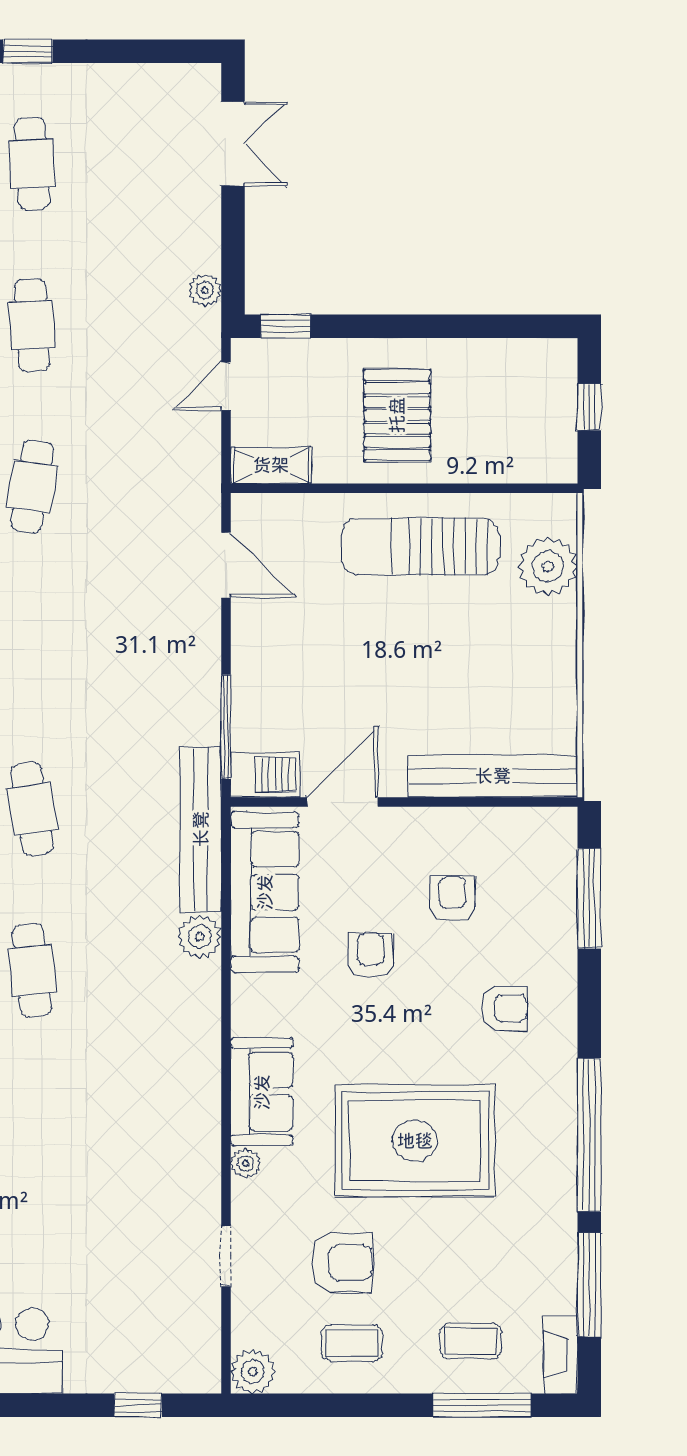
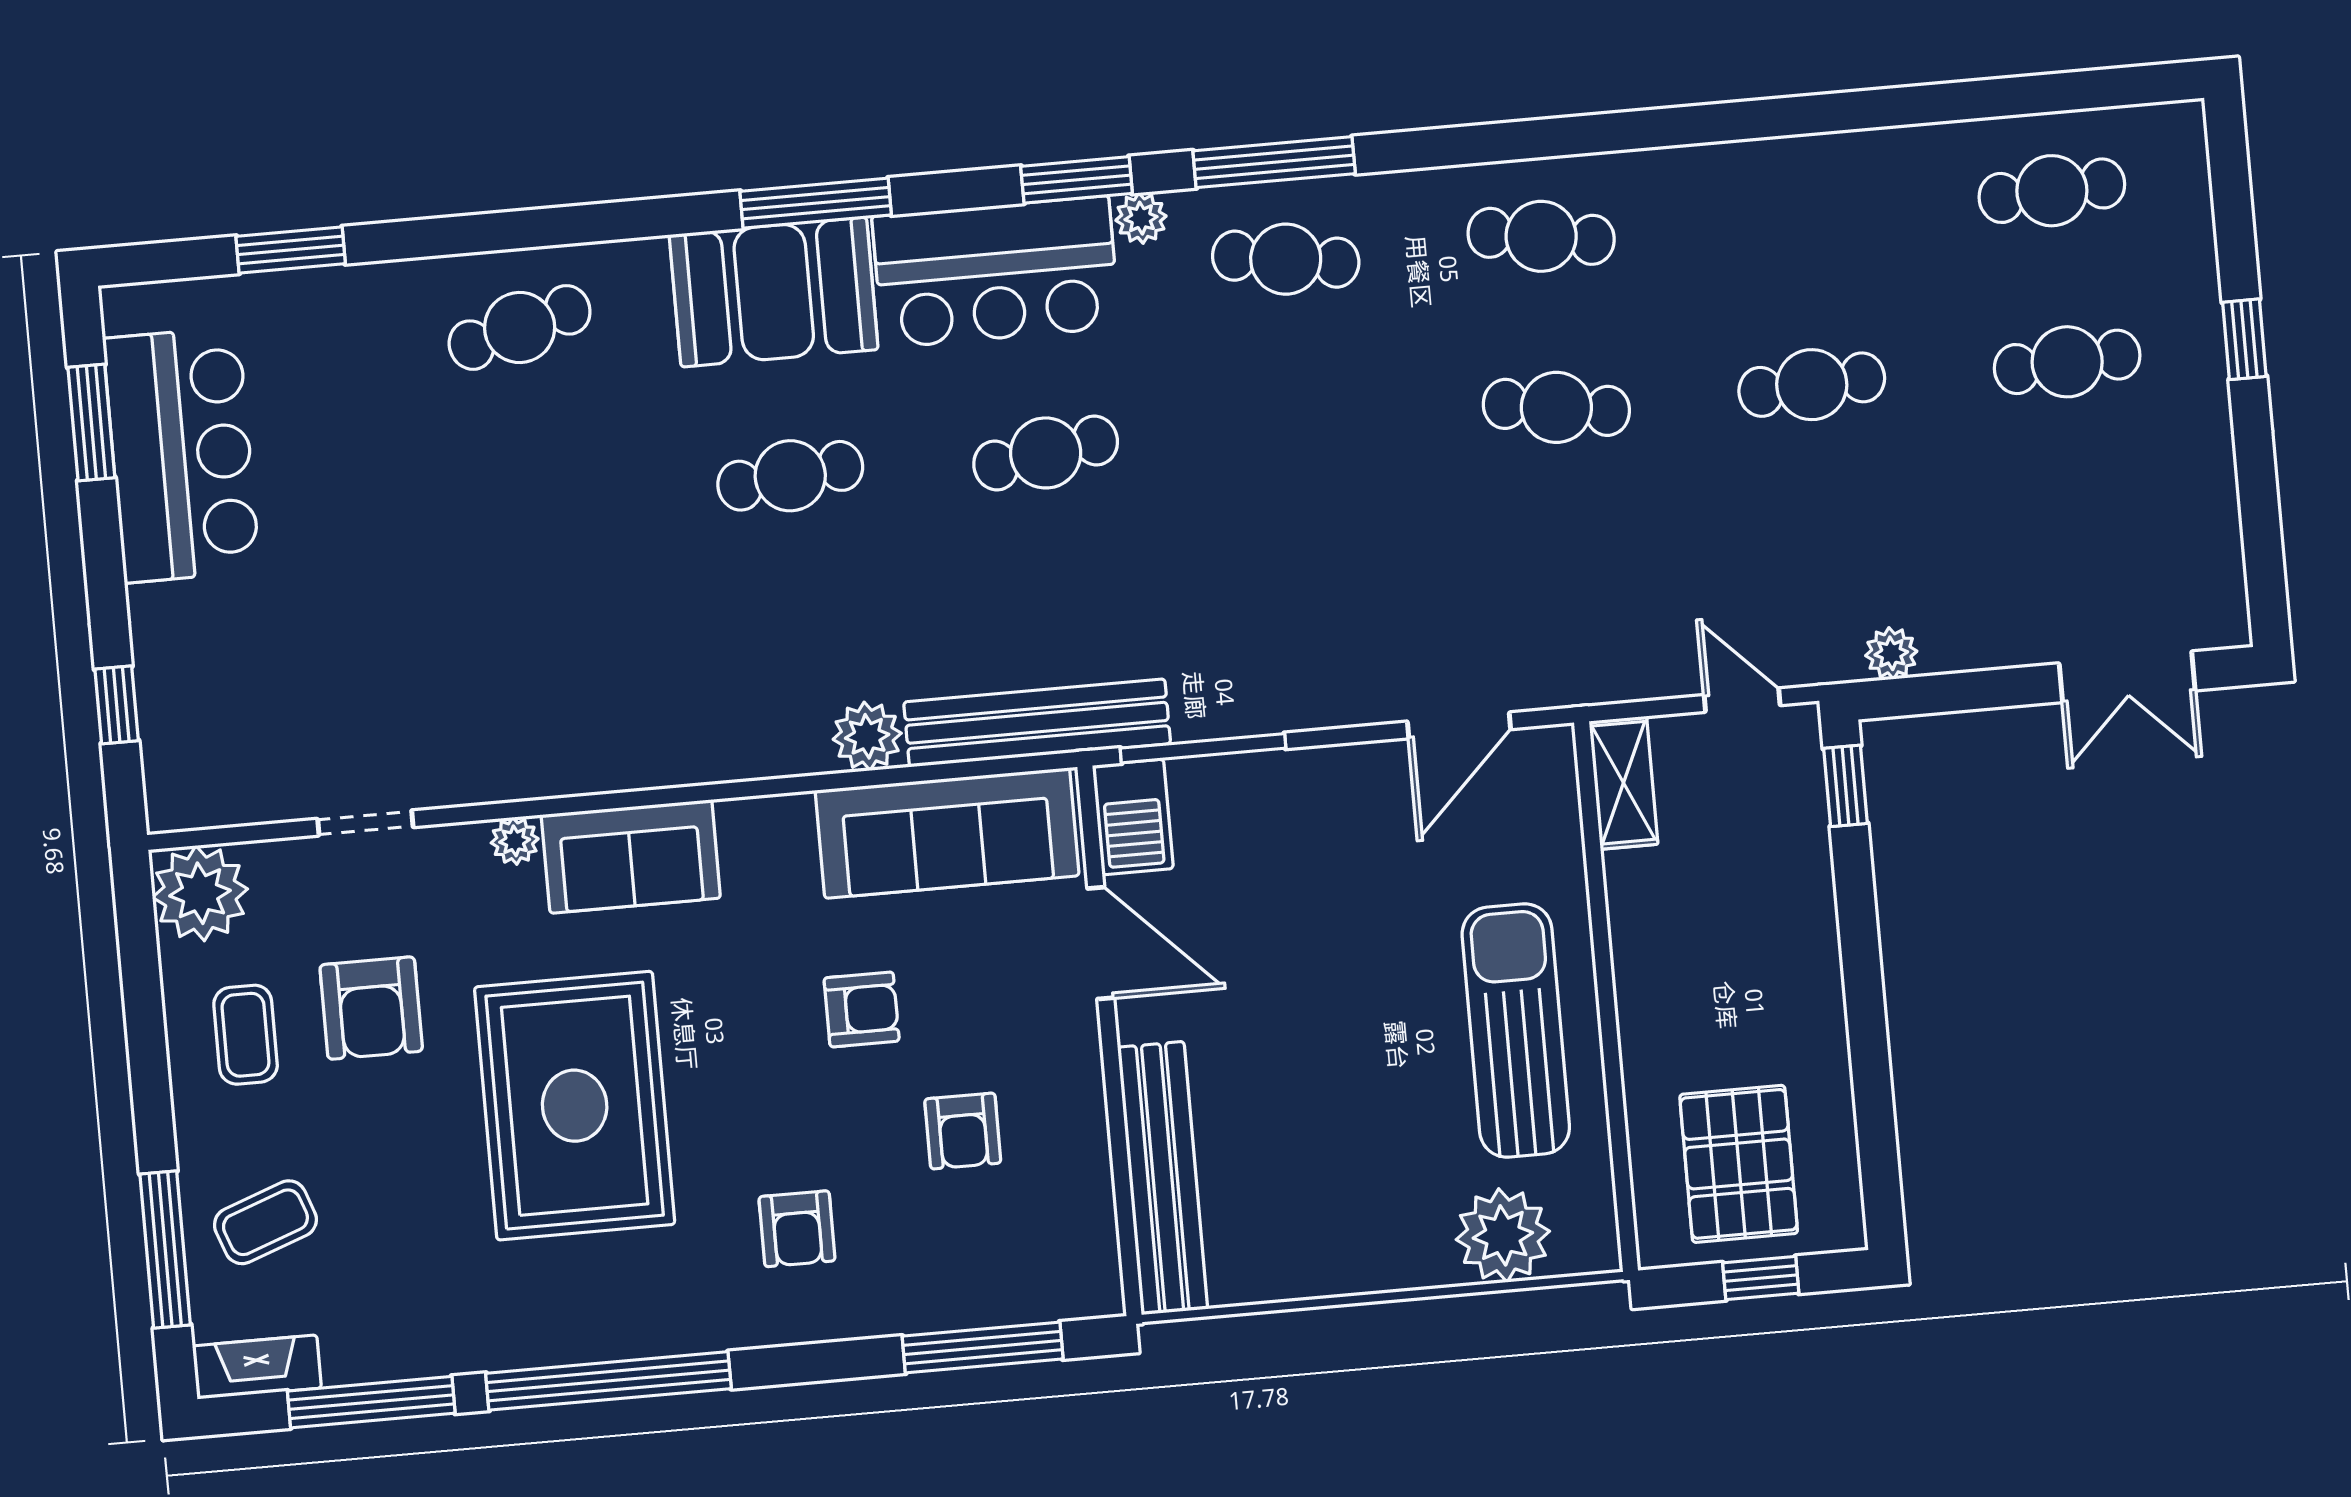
pallet: (397, 415) -> (1739, 1164), moved, turned 90
armchair: (452, 899) -> (963, 1131), turned 90
coffee table: (471, 1341) -> (265, 1222), turned 70
plant: (253, 1372) -> (200, 893), width x1.36, depth x1.36

